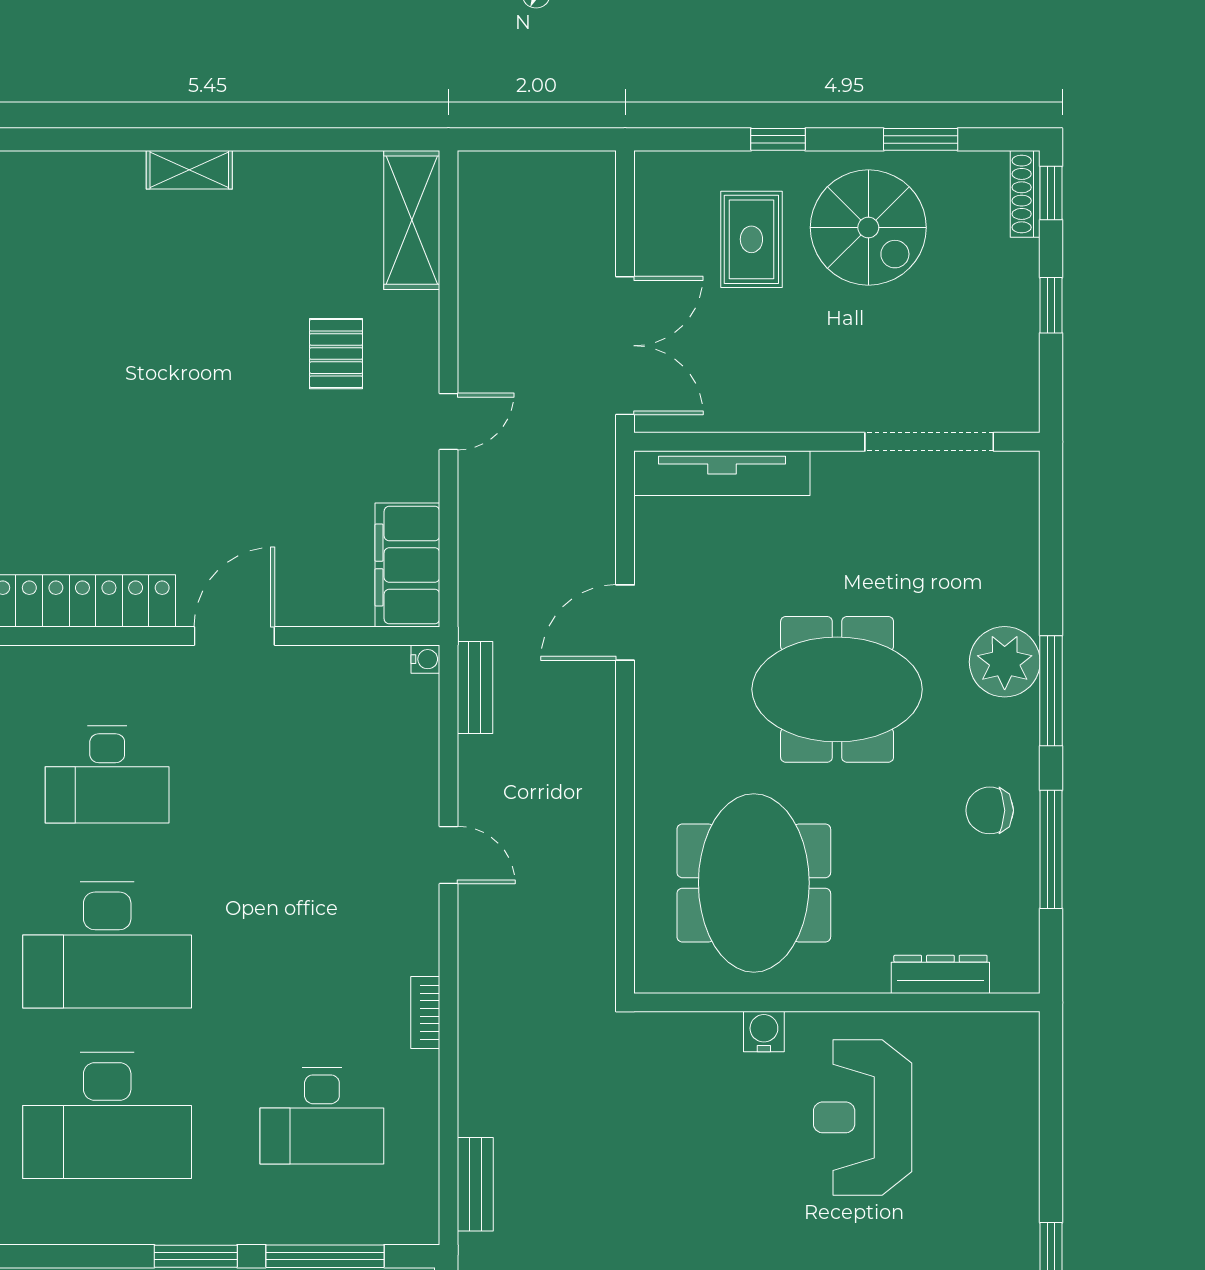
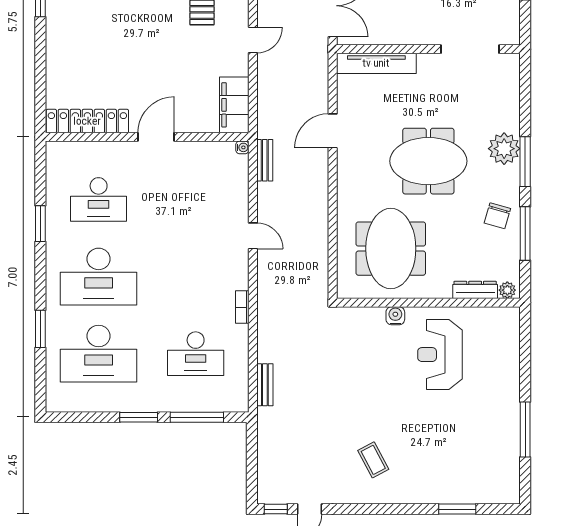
chair: (990, 810) -> (497, 216), turned -74
plant: (1012, 975) -> (507, 290), added

